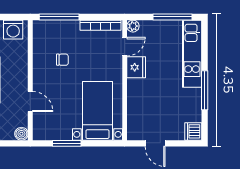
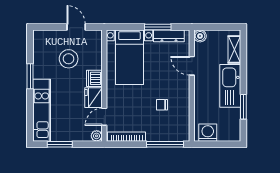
window: (173, 17) -> (60, 144), width x0.69
window: (205, 90) -> (30, 76), width x0.69
stool: (163, 109) -> (69, 59), added
dishwasher: (193, 131) -> (94, 78), moved, turned 180
dresser: (55, 134) -> (169, 36), added

